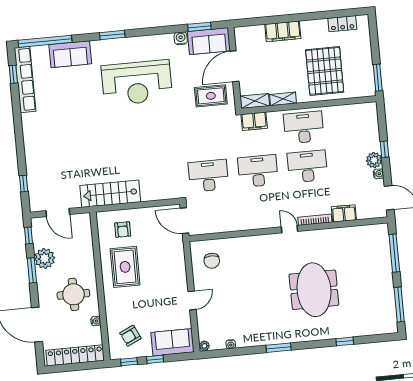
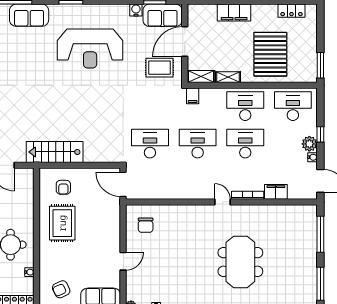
filing cabinet: (254, 121) -> (193, 96), width x0.50
desk: (353, 123) -> (293, 106), added

